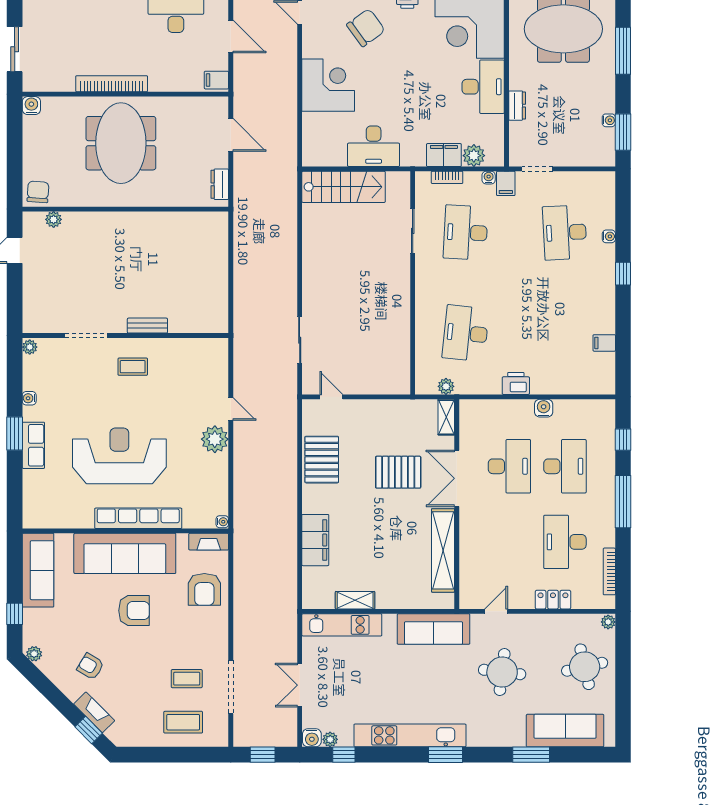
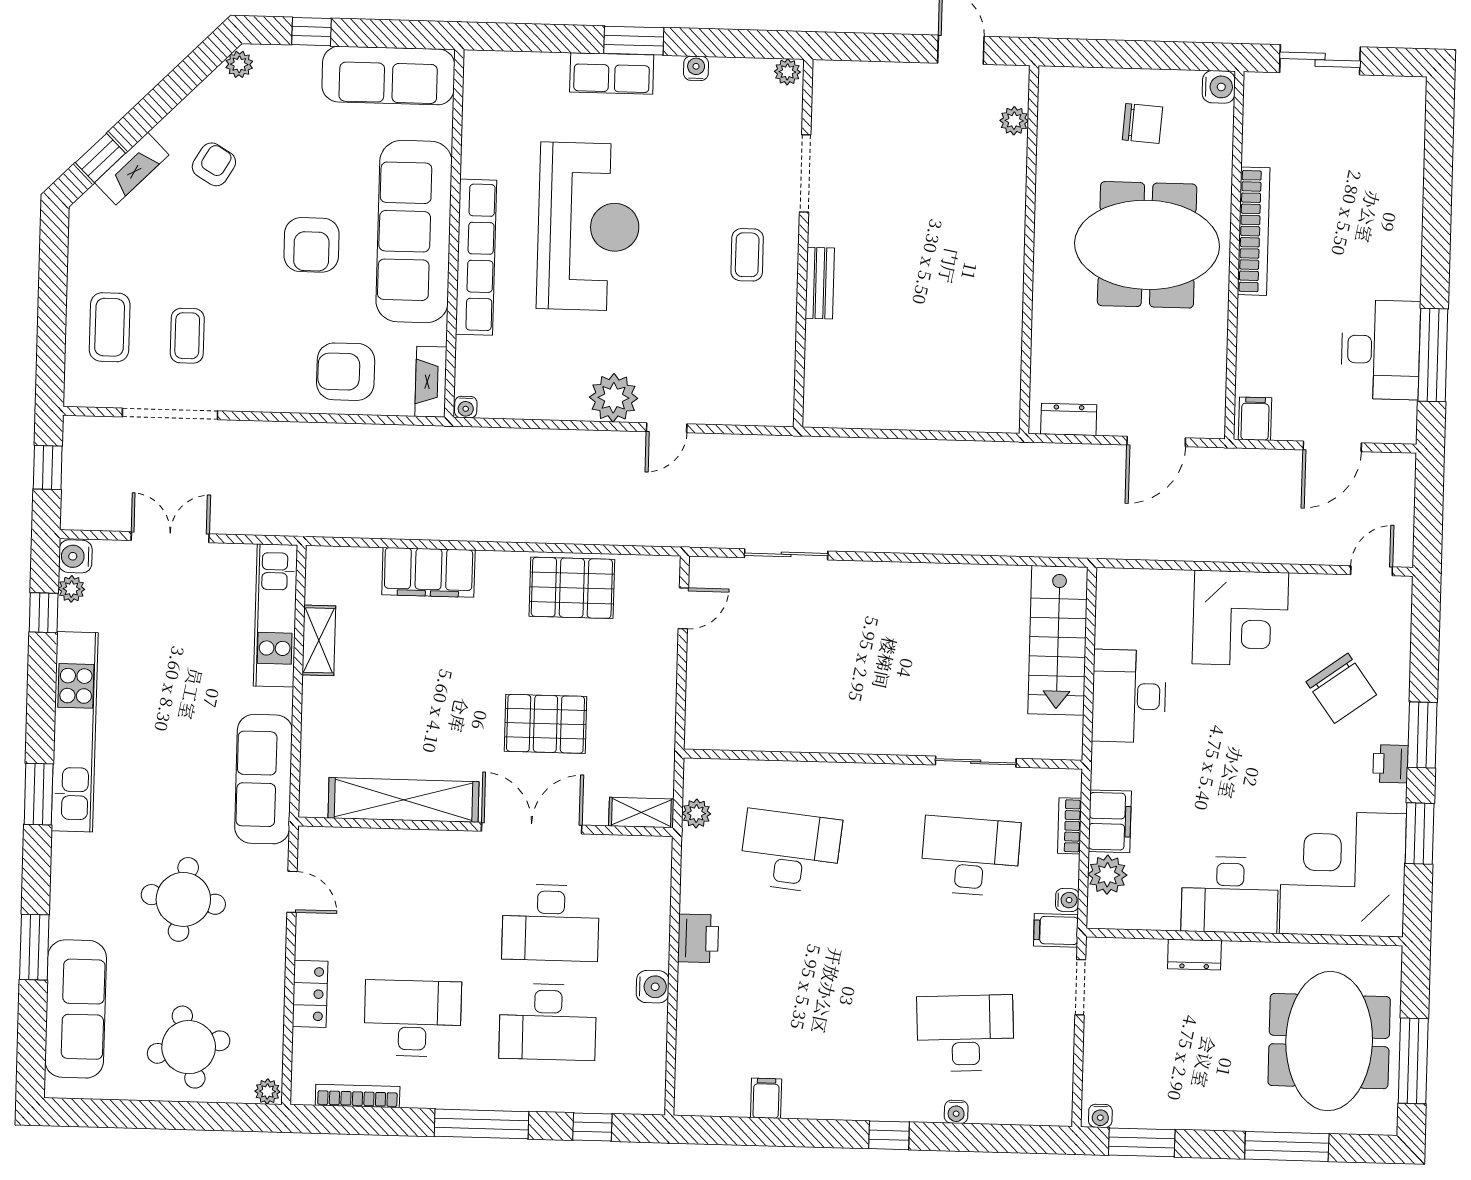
water cooler: (609, 120) -> (1100, 1116), moved
chair: (38, 192) -> (1142, 123), moved
pallet: (398, 472) -> (545, 724), turned 90

